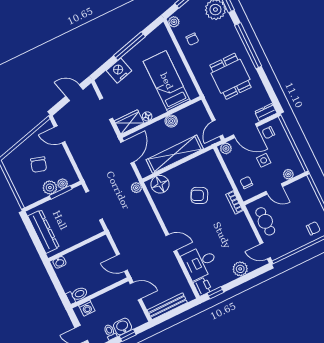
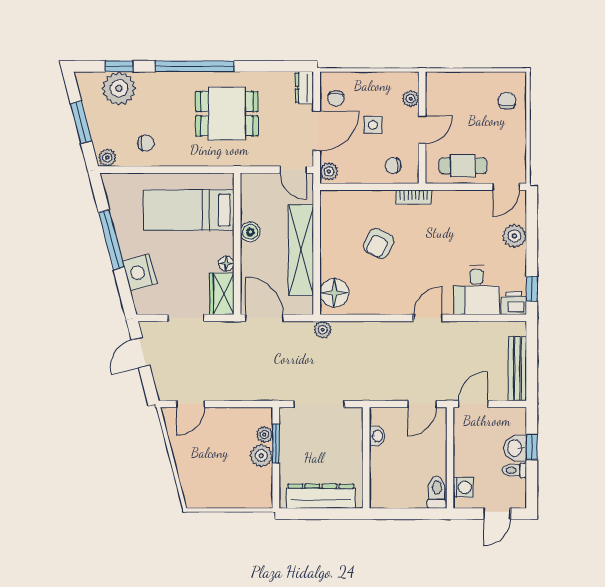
chair: (39, 165) -> (220, 456), removed
washbasin: (59, 262) -> (377, 436), moved

